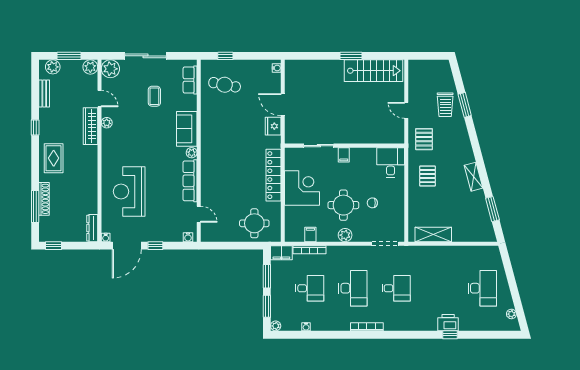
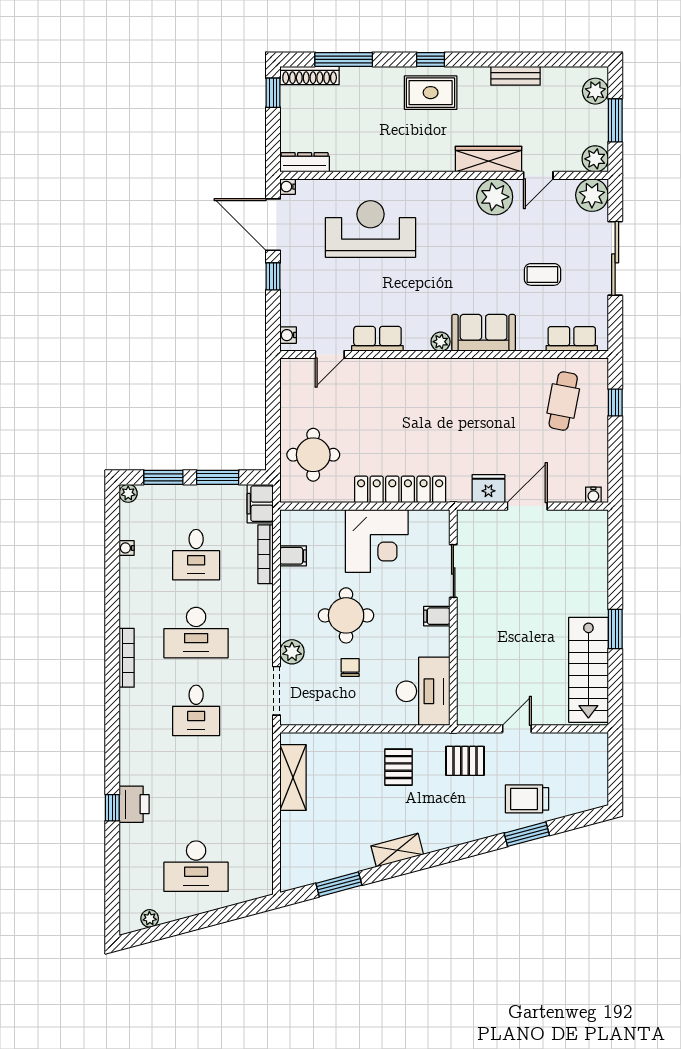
bench: (44, 94) -> (515, 76), moved
plant: (107, 123) -> (495, 197), width x1.87, depth x1.87
window: (35, 128) -> (431, 59), moved
desk: (391, 162) -> (423, 691), width x1.37
pallet: (427, 176) -> (398, 767), turned 90
row of seats: (190, 181) -> (377, 339), width x0.68
shoe rack: (44, 199) -> (310, 76), moved
plant: (345, 235) -> (292, 652), moved

